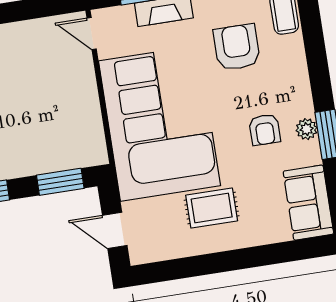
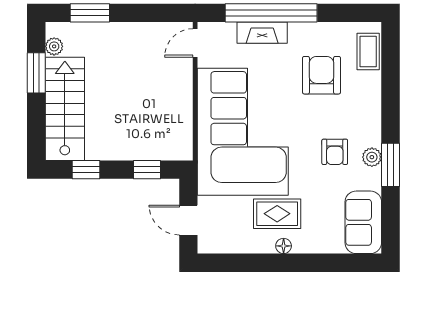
door: (92, 33) -> (195, 43), hinge flipped
window: (60, 182) -> (147, 170), width x0.67
floor lamp: (224, 242) -> (284, 246), added

